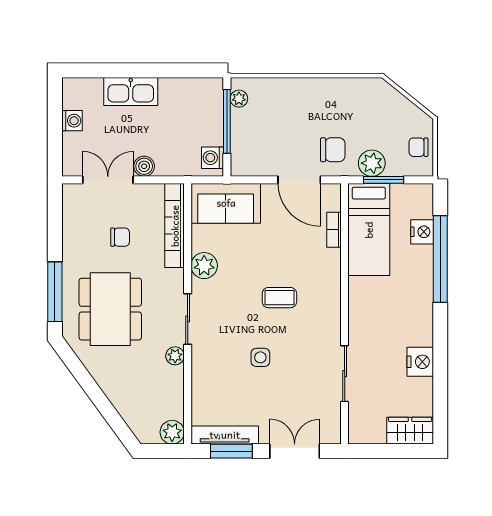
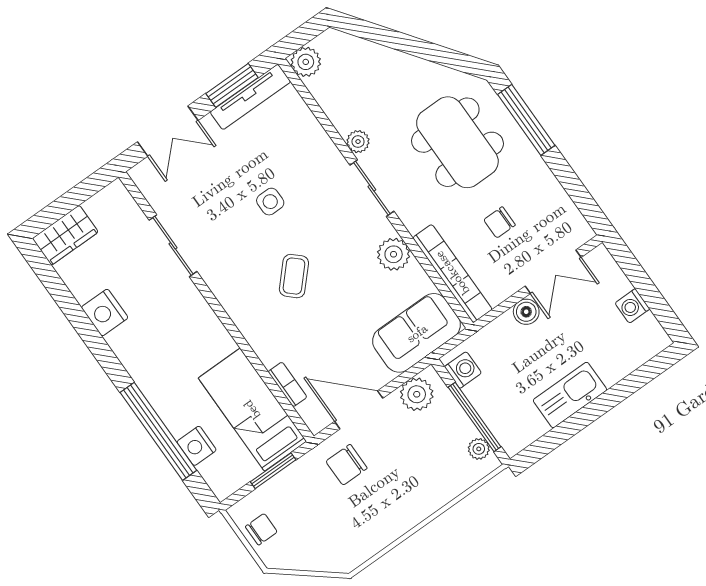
kitchen sink: (131, 91) -> (570, 395), moved
plant: (372, 163) -> (417, 394), moved
coffee table: (279, 298) -> (294, 276), turned -47

